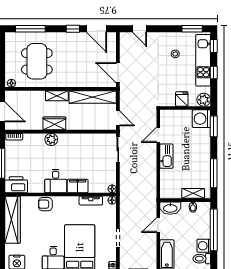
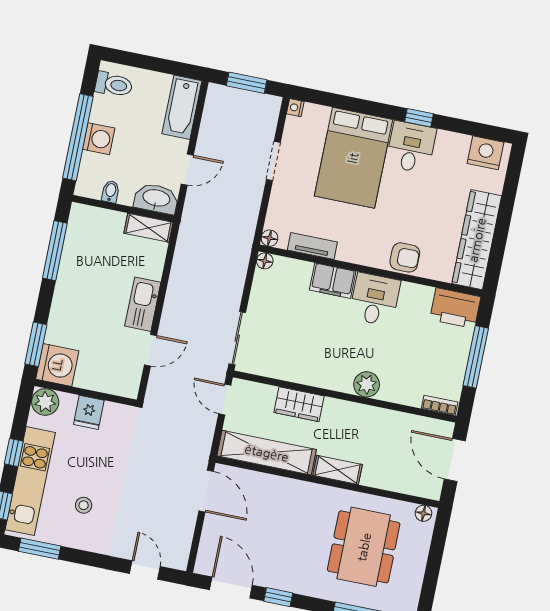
wardrobe: (54, 123) -> (299, 404), moved
shelving: (193, 193) -> (148, 228), moved
washing machine: (204, 246) -> (99, 139), moved

